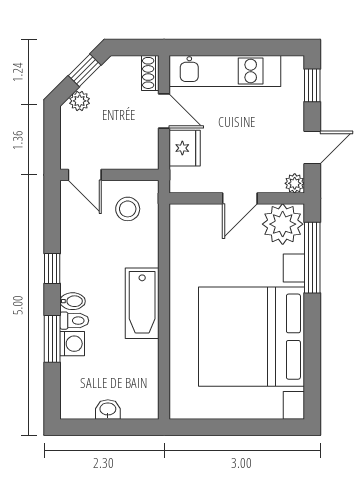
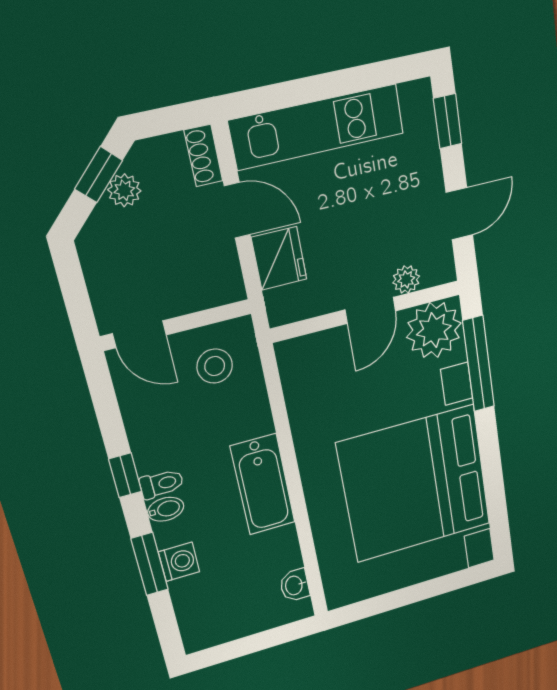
plant: (80, 101) -> (124, 190), moved
plant: (295, 183) -> (406, 279), moved
toilet: (74, 321) -> (162, 484), moved
washbasin: (108, 410) -> (295, 585), moved, turned -90

